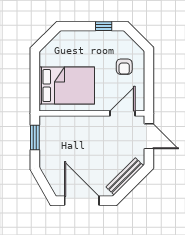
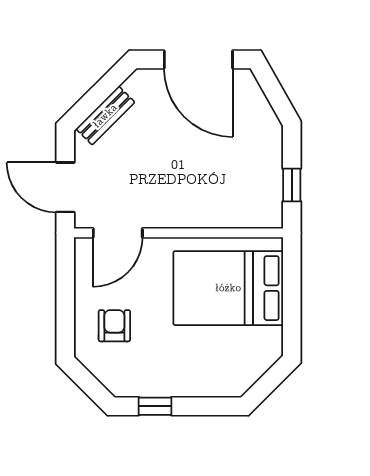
window: (35, 137) -> (292, 185), width x0.67
bench: (125, 176) -> (105, 116), width x0.73

